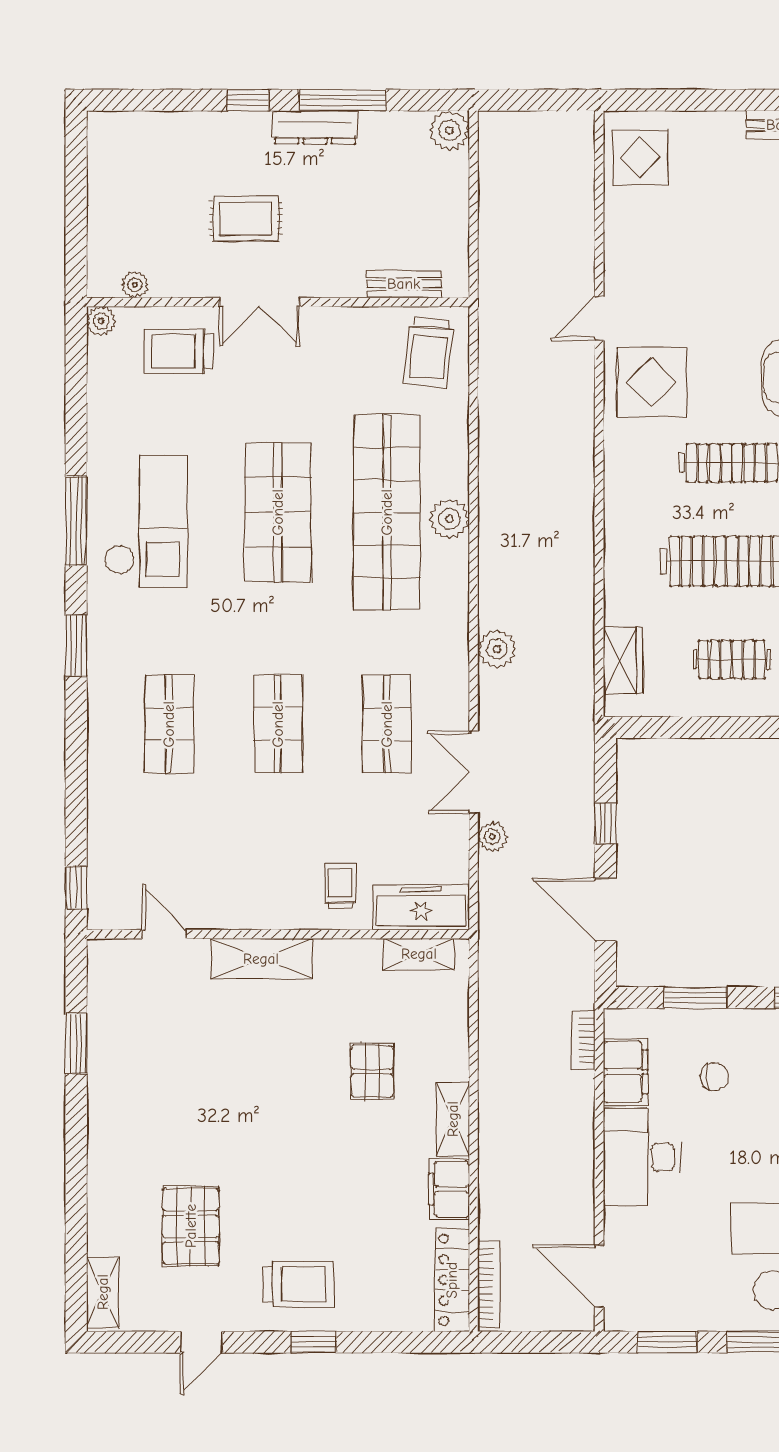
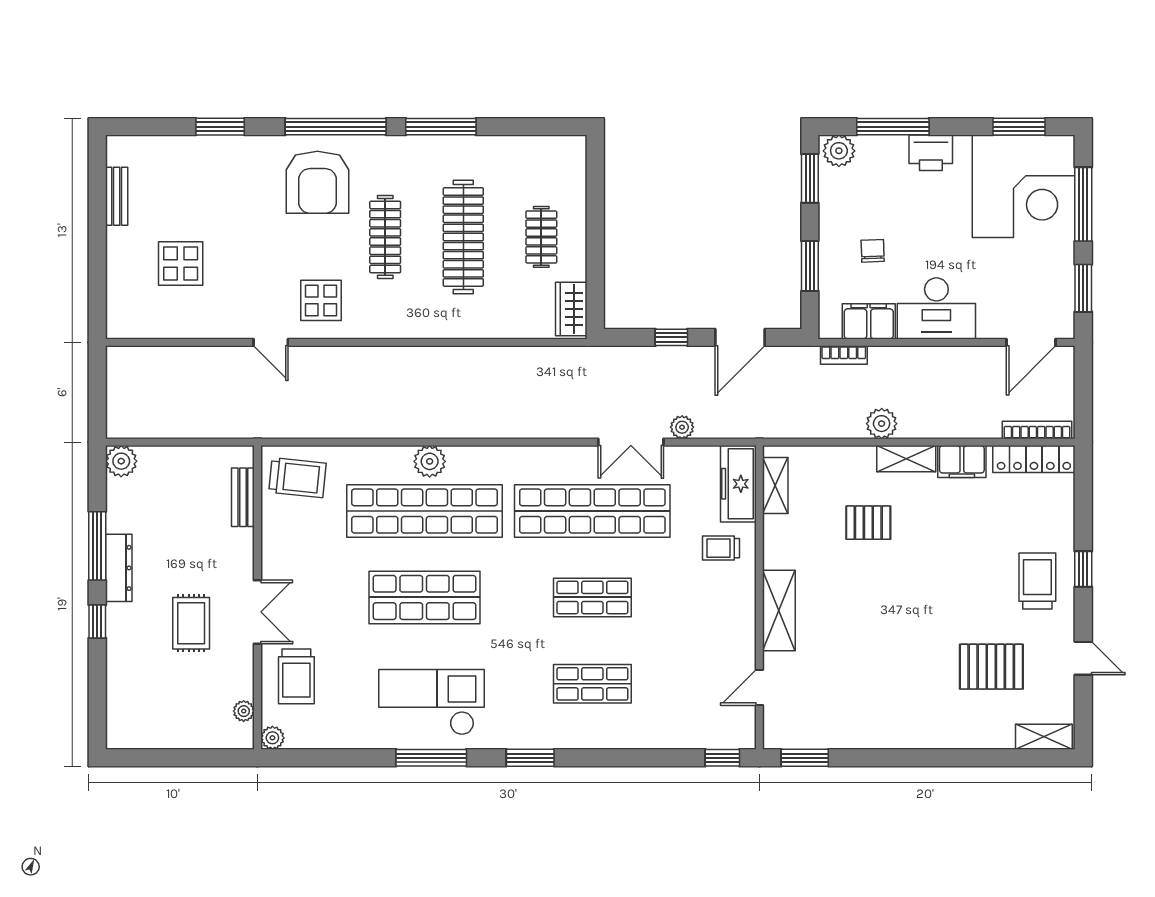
display table: (640, 157) -> (181, 264), moved
display table: (652, 382) -> (321, 300), width x0.73, depth x0.73
plant: (497, 649) -> (882, 424), moved
wardrobe: (623, 661) -> (571, 309), moved, turned -90
shop shelf: (387, 724) -> (592, 511), width x2.00, depth x1.36
window: (76, 1044) -> (805, 758), moved

